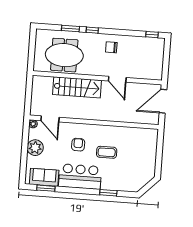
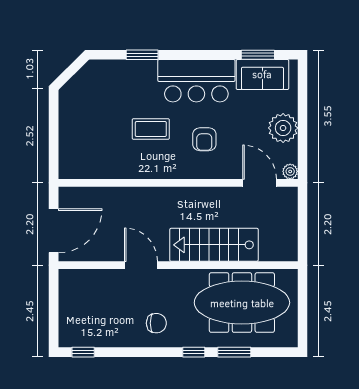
meeting table: (64, 55) -> (242, 303), width x1.36

